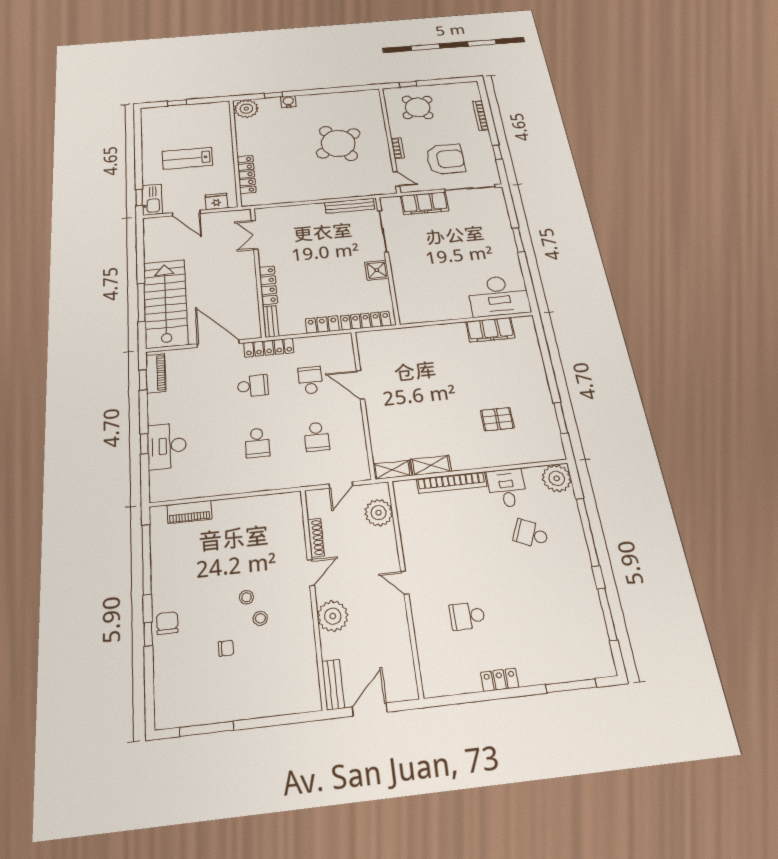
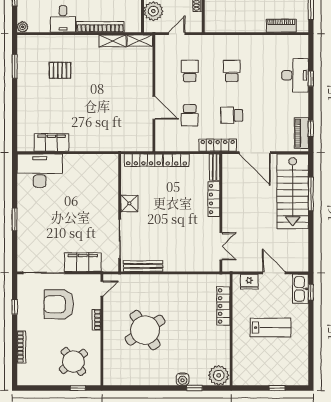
door: (396, 179) -> (102, 289), swing flipped
plant: (557, 478) -> (23, 27), width x0.53, depth x0.53

